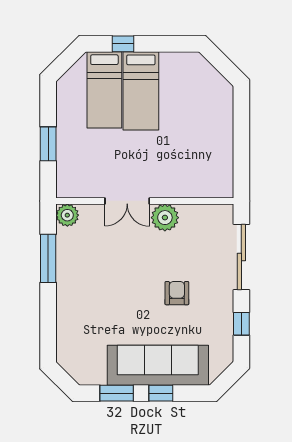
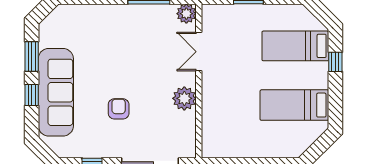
bed: (141, 91) -> (294, 105), moved
double door: (127, 201) -> (199, 52), moved
armchair: (177, 293) -> (119, 109), turned -90

